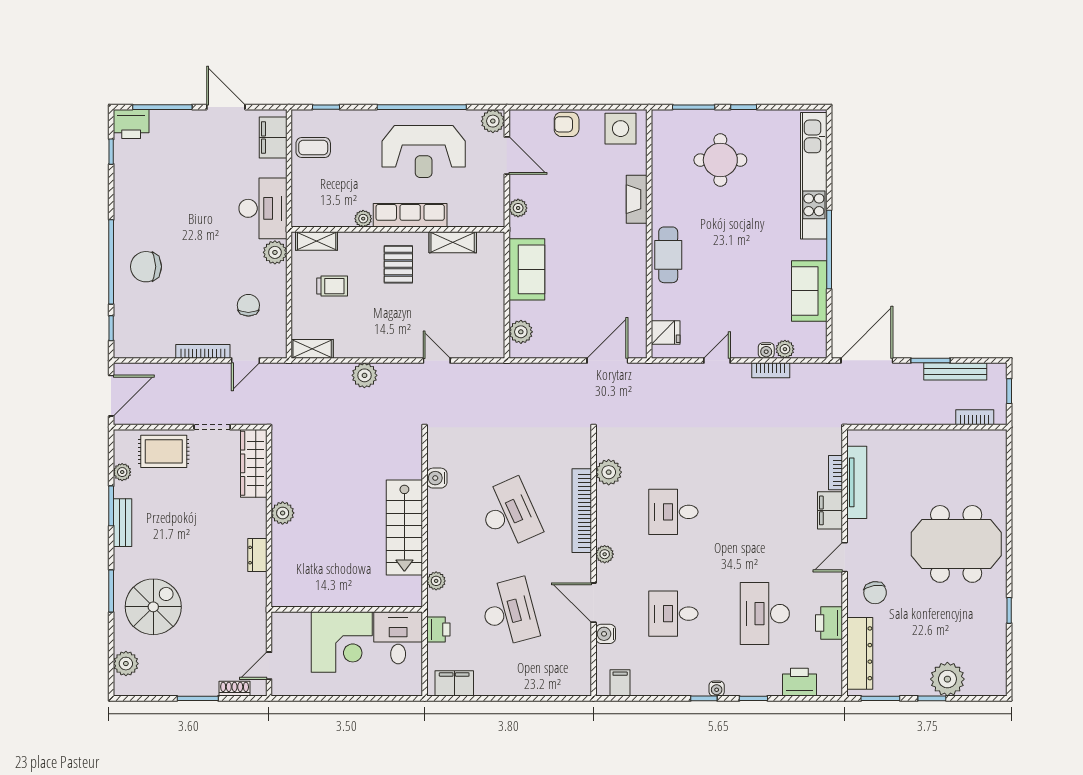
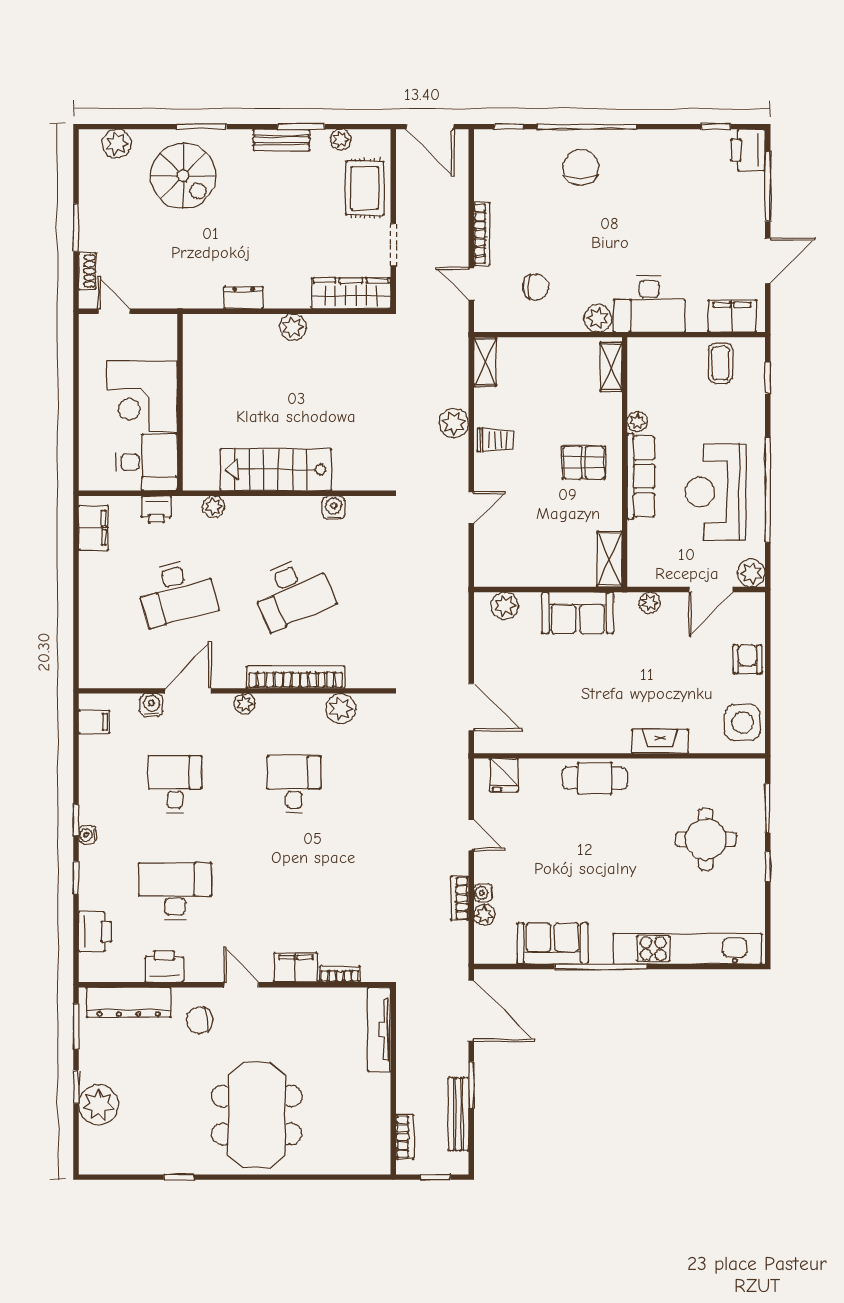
shelving: (453, 242) -> (610, 559), moved
trolley: (332, 286) -> (495, 440), moved, turned -90
tv unit: (857, 482) -> (379, 1030), moved, turned 90

